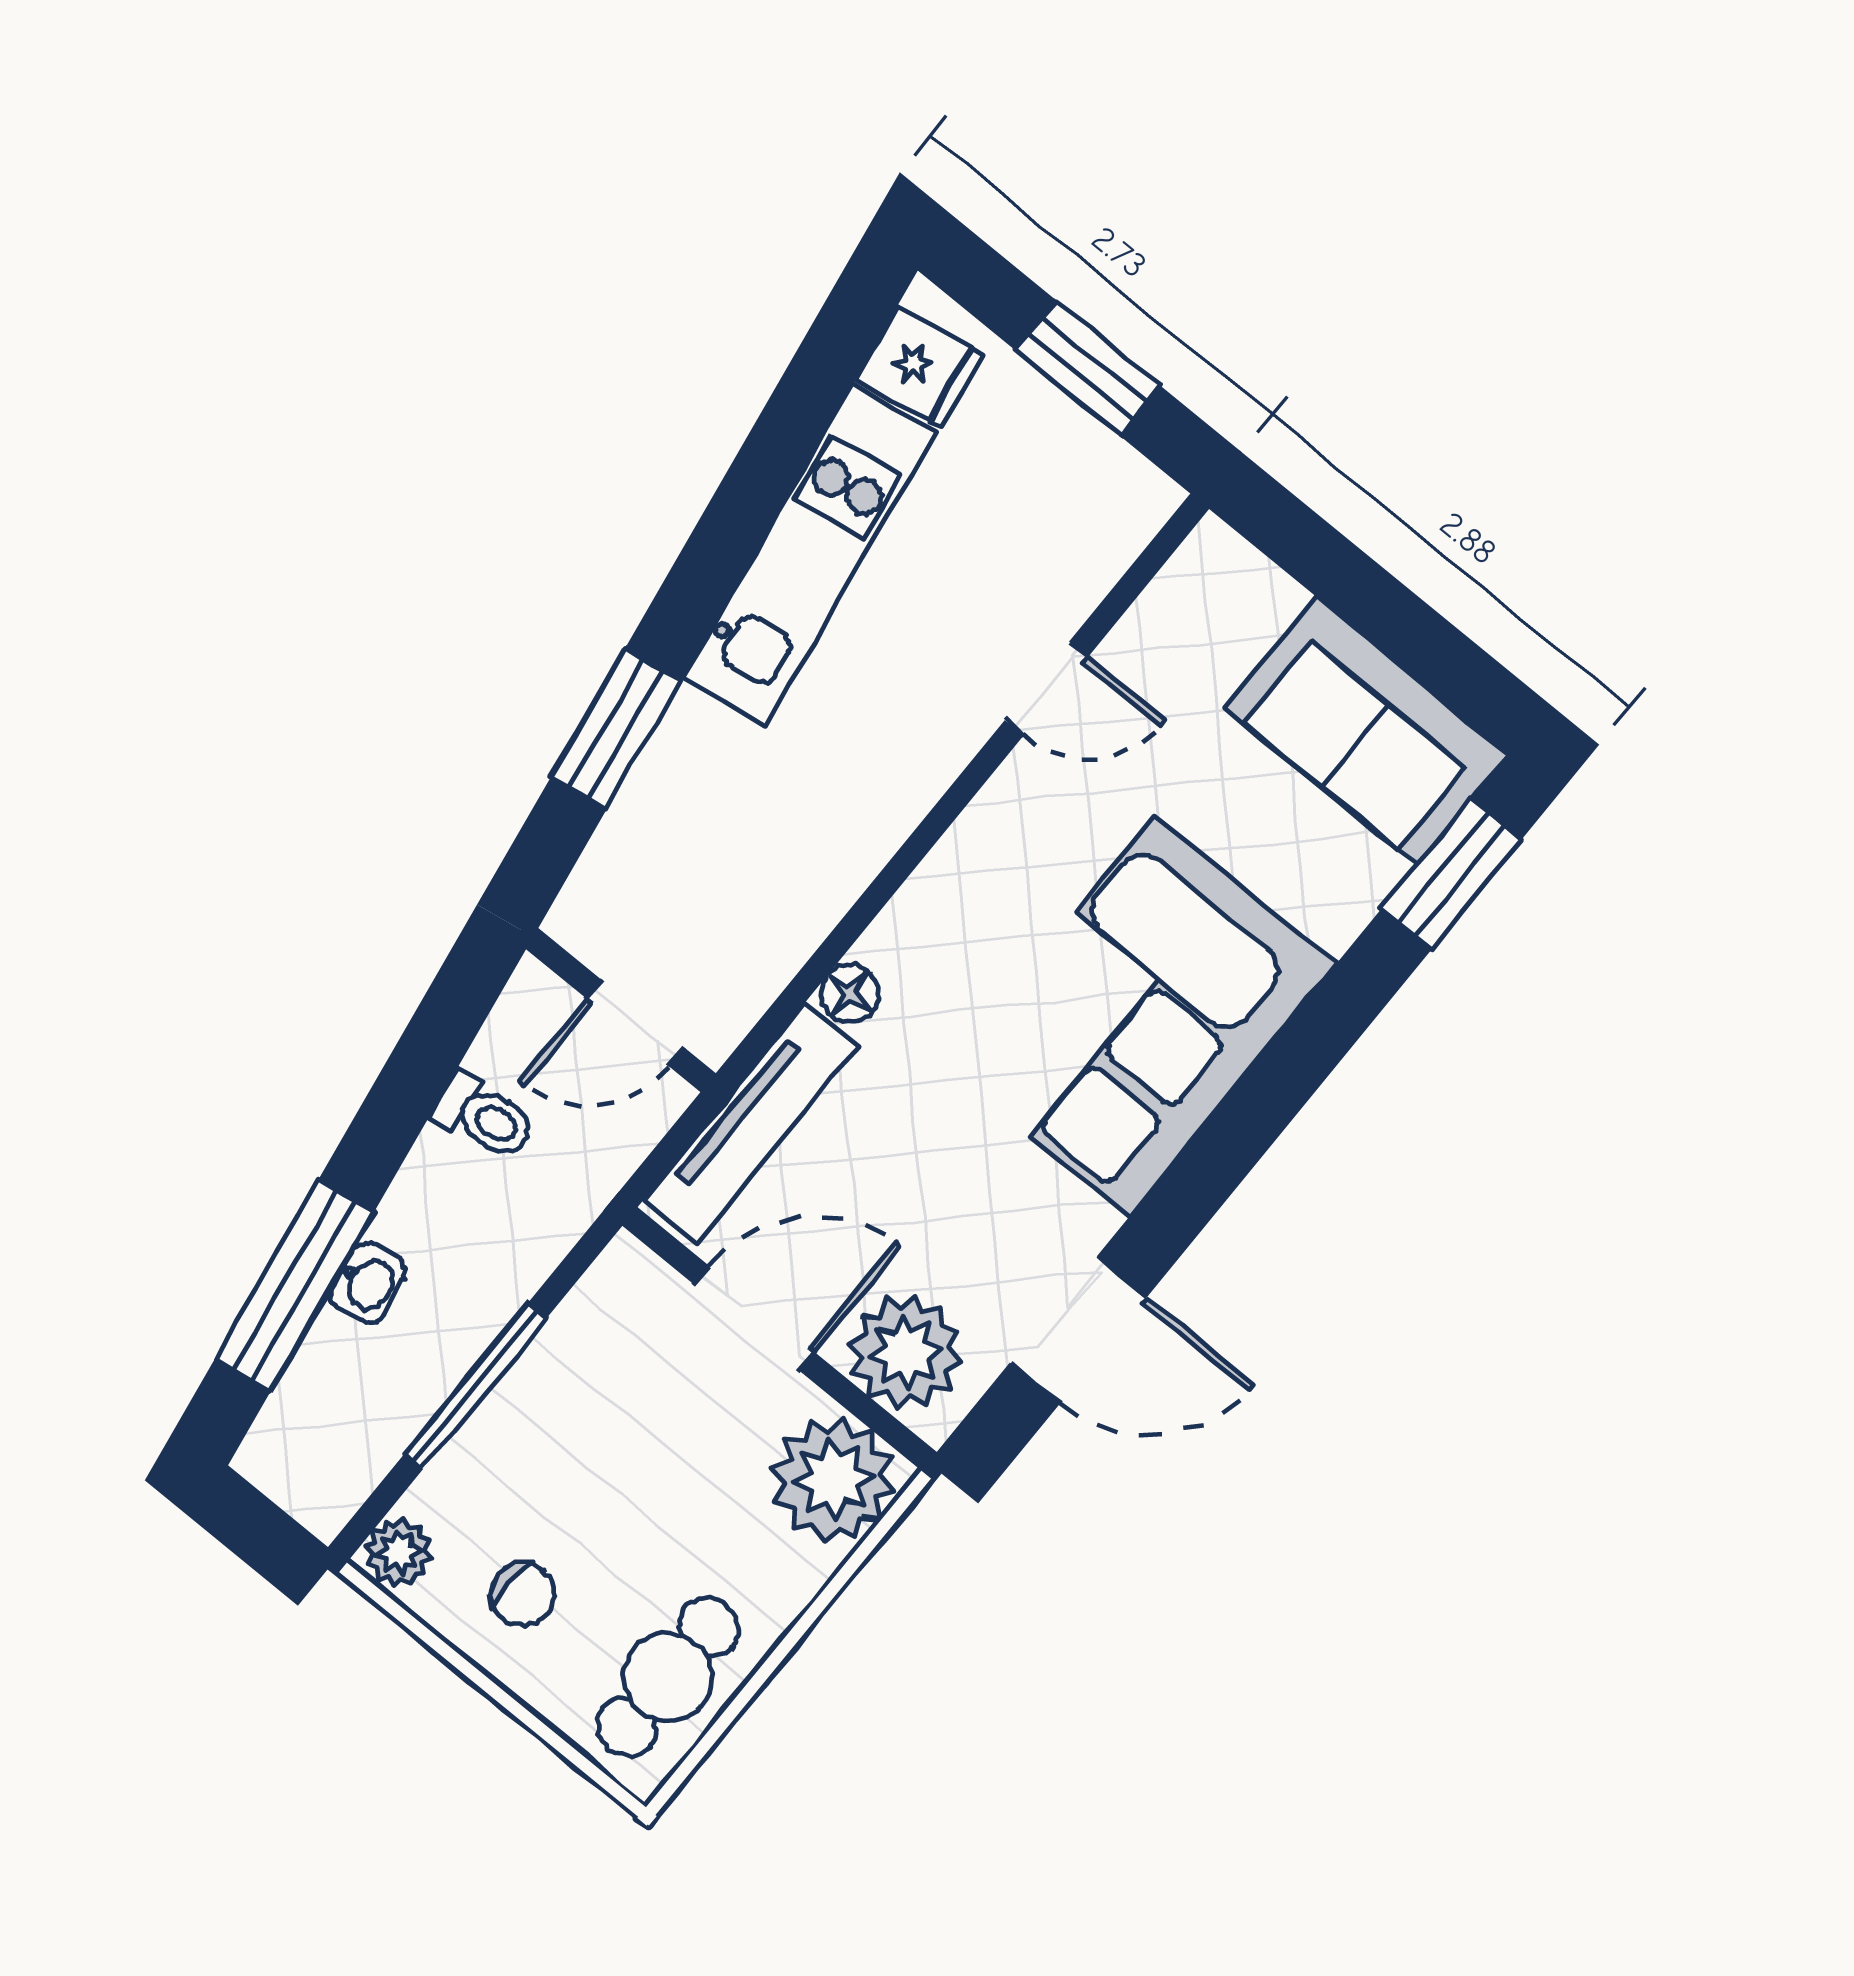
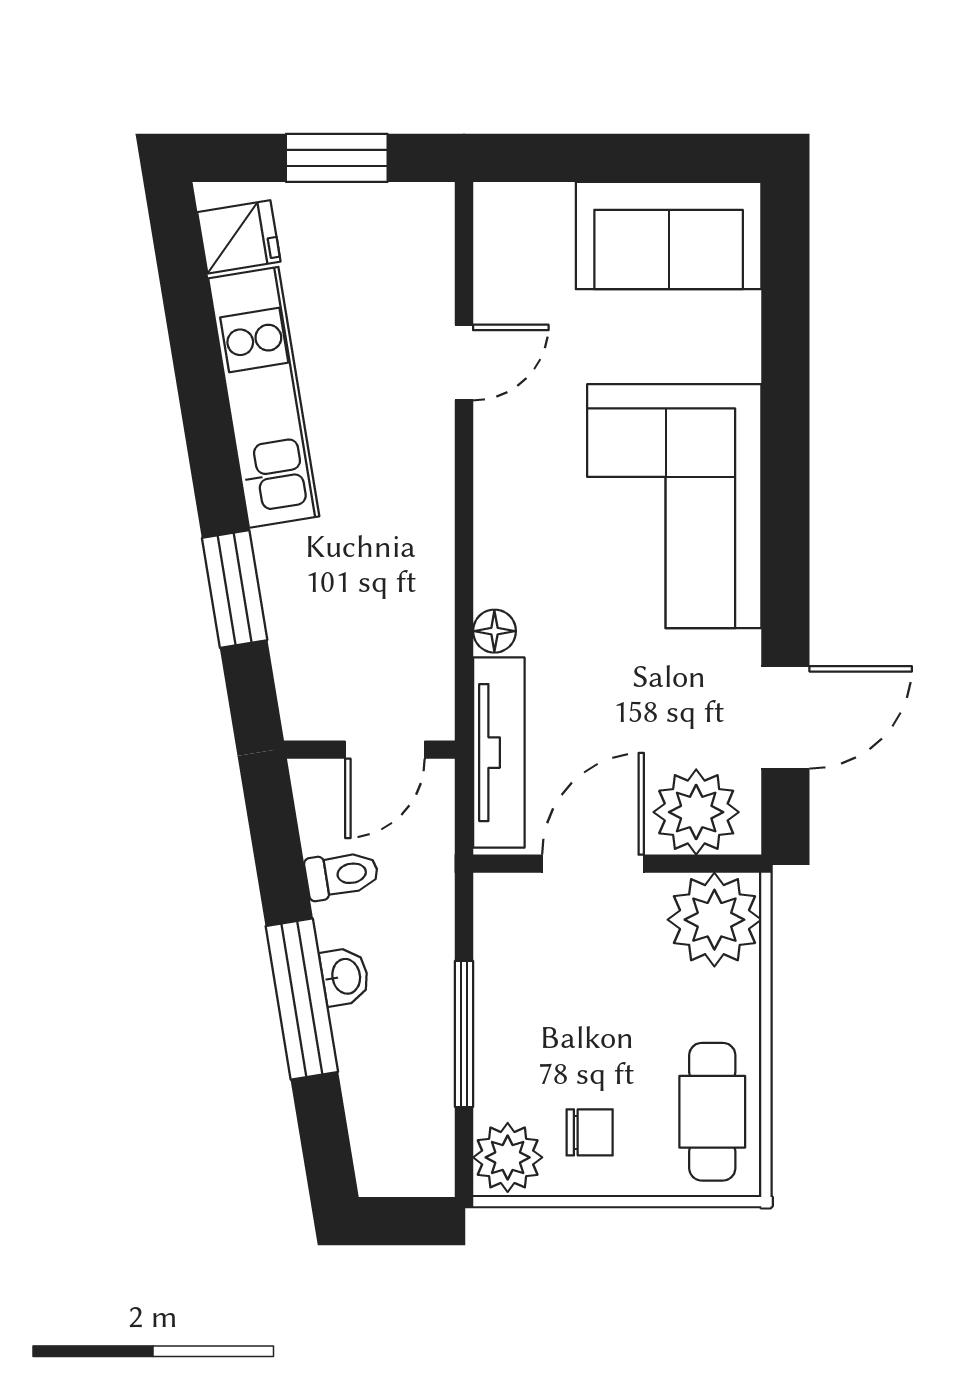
window: (1452, 874) -> (785, 278), removed
washbasin: (368, 1283) -> (345, 977), moved
window: (295, 1285) -> (302, 999), moved
plant: (398, 1552) -> (508, 1157), width x1.38, depth x1.38

